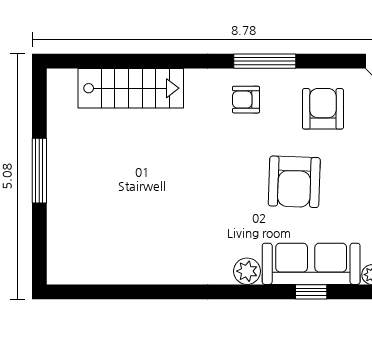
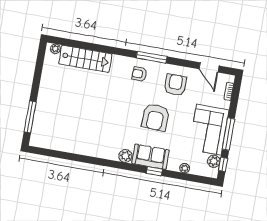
plant: (66, 78) -> (55, 49), added
window: (39, 171) -> (30, 117), moved
sofa: (311, 264) -> (150, 157), width x0.73

